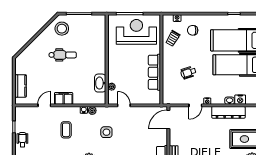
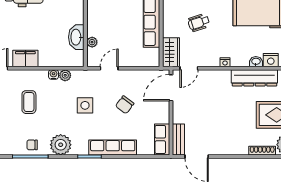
wardrobe: (168, 94) -> (171, 52), added
door: (124, 105) -> (109, 68), hinge flipped
door: (195, 105) -> (189, 68), moved
chair: (135, 132) -> (125, 105), added

